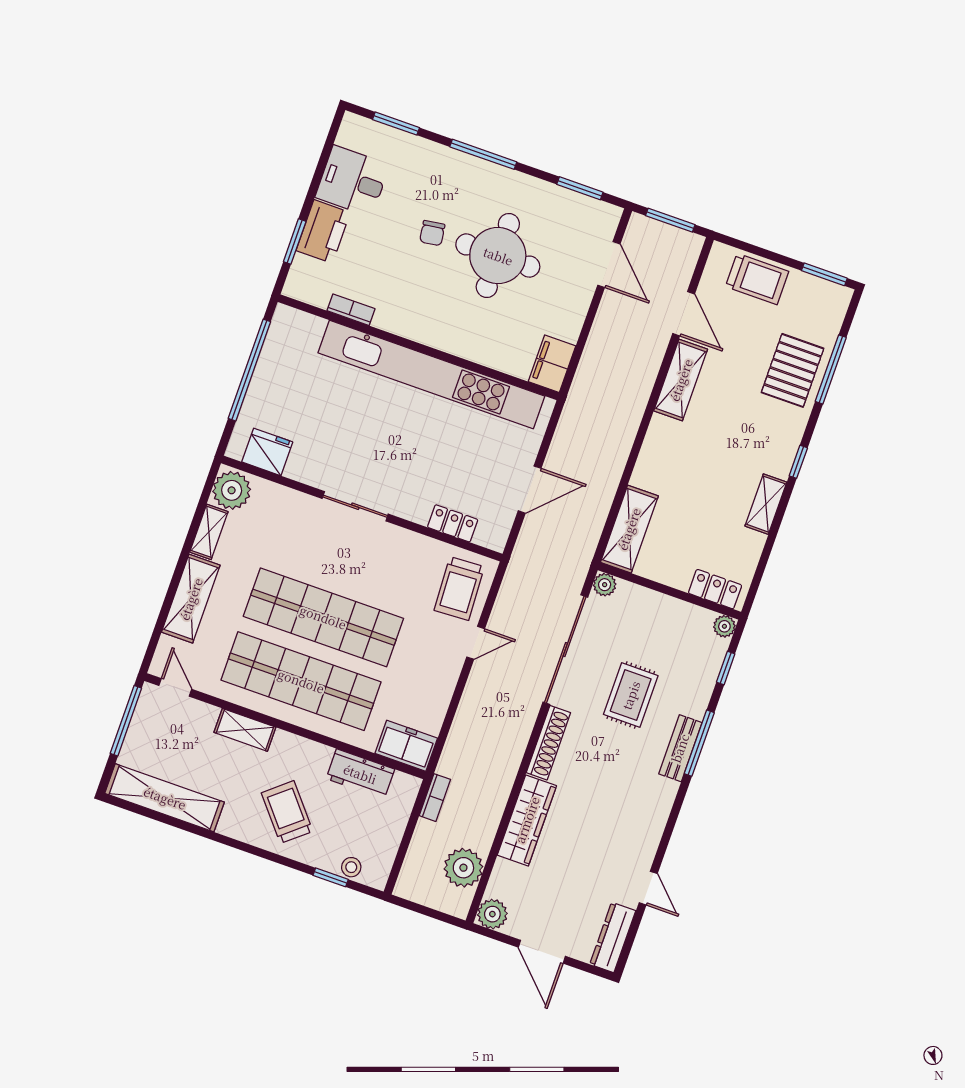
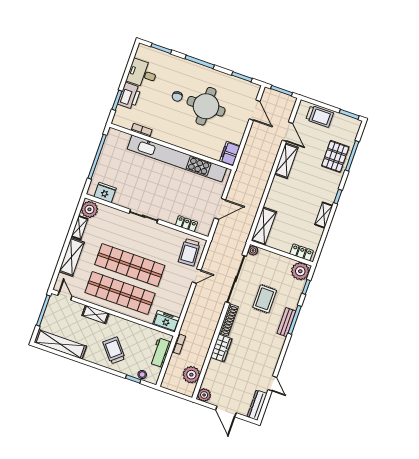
plant: (724, 626) -> (300, 271), width x1.88, depth x1.88
workbench: (360, 774) -> (160, 353), moved, turned 90
wardrobe: (527, 820) -> (221, 348), width x0.67

